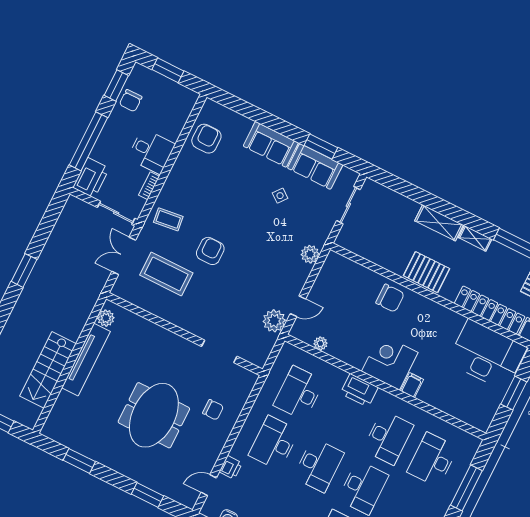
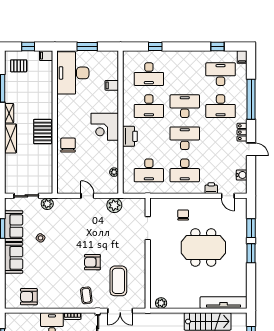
plant: (310, 254) -> (47, 204), moved
door: (298, 306) -> (87, 196), moved
locker: (490, 310) -> (46, 84), removed
tv unit: (86, 360) -> (224, 303), moved
filing cabinet: (412, 385) -> (112, 85), moved
desk: (388, 438) -> (149, 106), turned 180
window: (79, 461) -> (251, 253), moved
window: (466, 488) -> (155, 47), width x0.46

